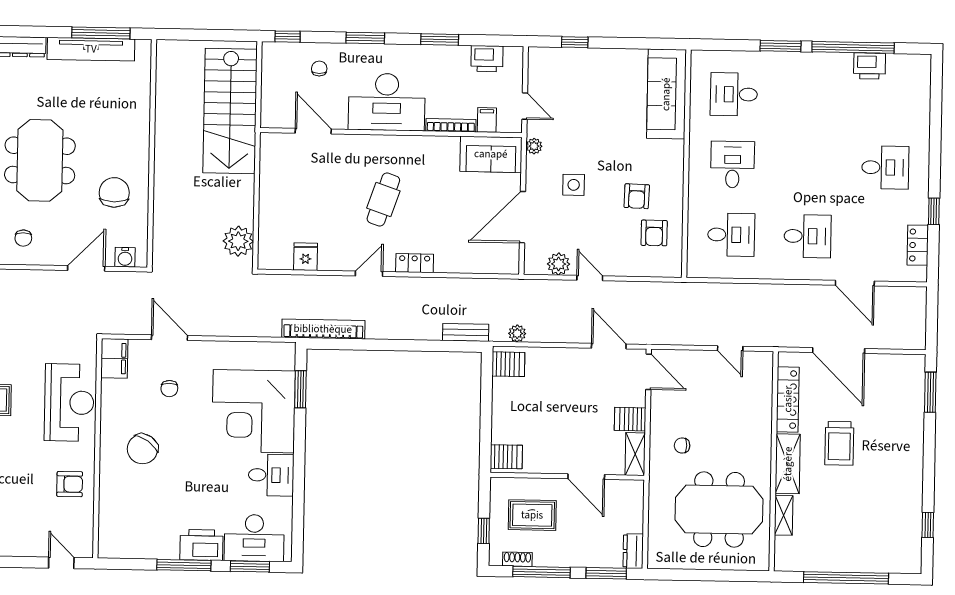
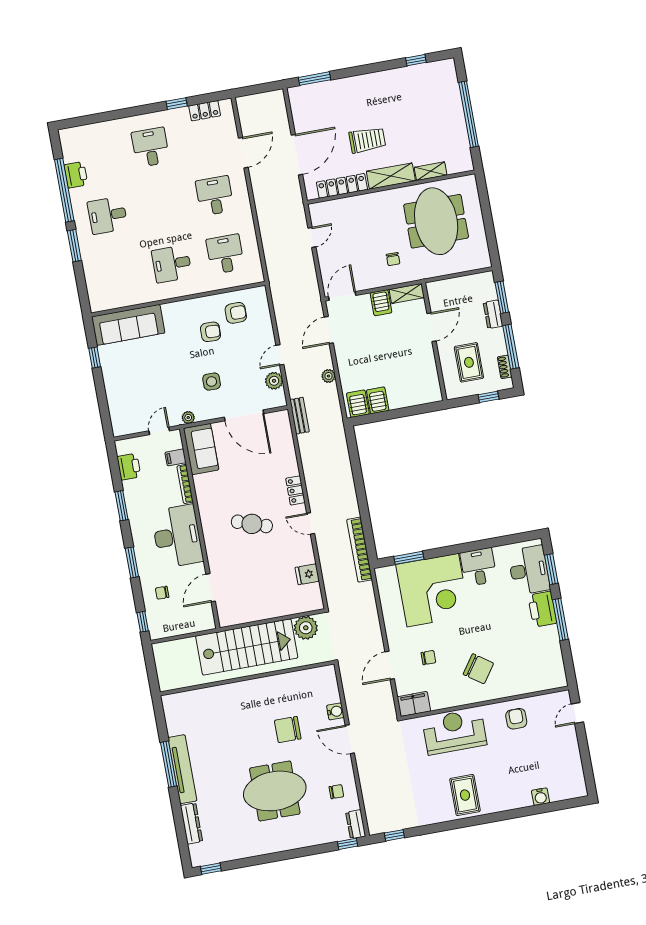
window: (575, 42) -> (95, 358), moved
desk: (734, 94) -> (108, 215), moved, turned 90
stairs: (230, 111) -> (247, 647), moved
wall: (152, 153) -> (247, 678), moved
bench: (466, 332) -> (300, 416), moved
plant: (517, 333) -> (329, 376), moved
server rack: (506, 457) -> (378, 400), moved
dresser: (633, 551) -> (493, 314), moved, turned 90

